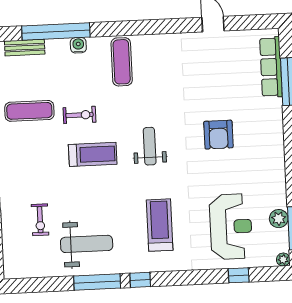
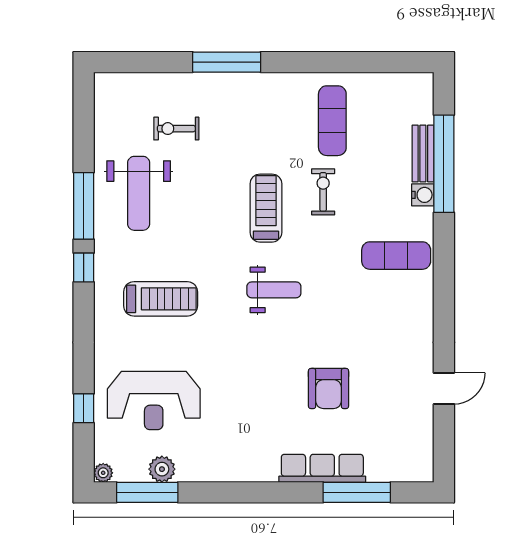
bench: (25, 48) -> (423, 154), moved
row of seats: (271, 67) -> (322, 468), moved
exercise bike: (79, 115) -> (323, 192), turned 180
armchair: (218, 135) -> (329, 389), moved, turned -90
treadmill: (93, 154) -> (266, 208), turned 180

